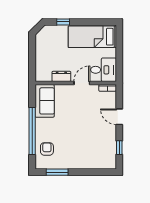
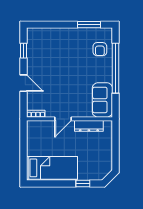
desk: (104, 70) -> (40, 133), removed
dresser: (61, 76) -> (89, 126), width x1.44

